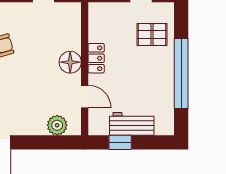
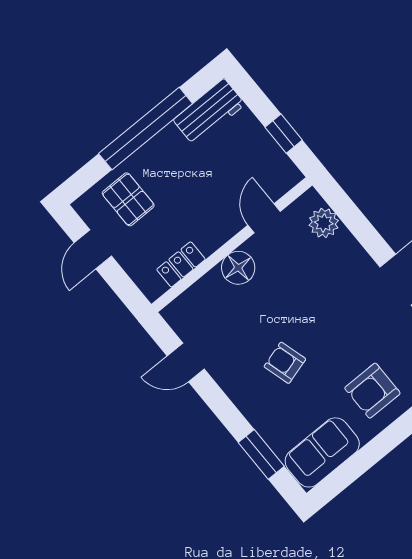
locker: (96, 58) -> (181, 264), moved
workbench: (132, 124) -> (209, 112), moved, turned -90

